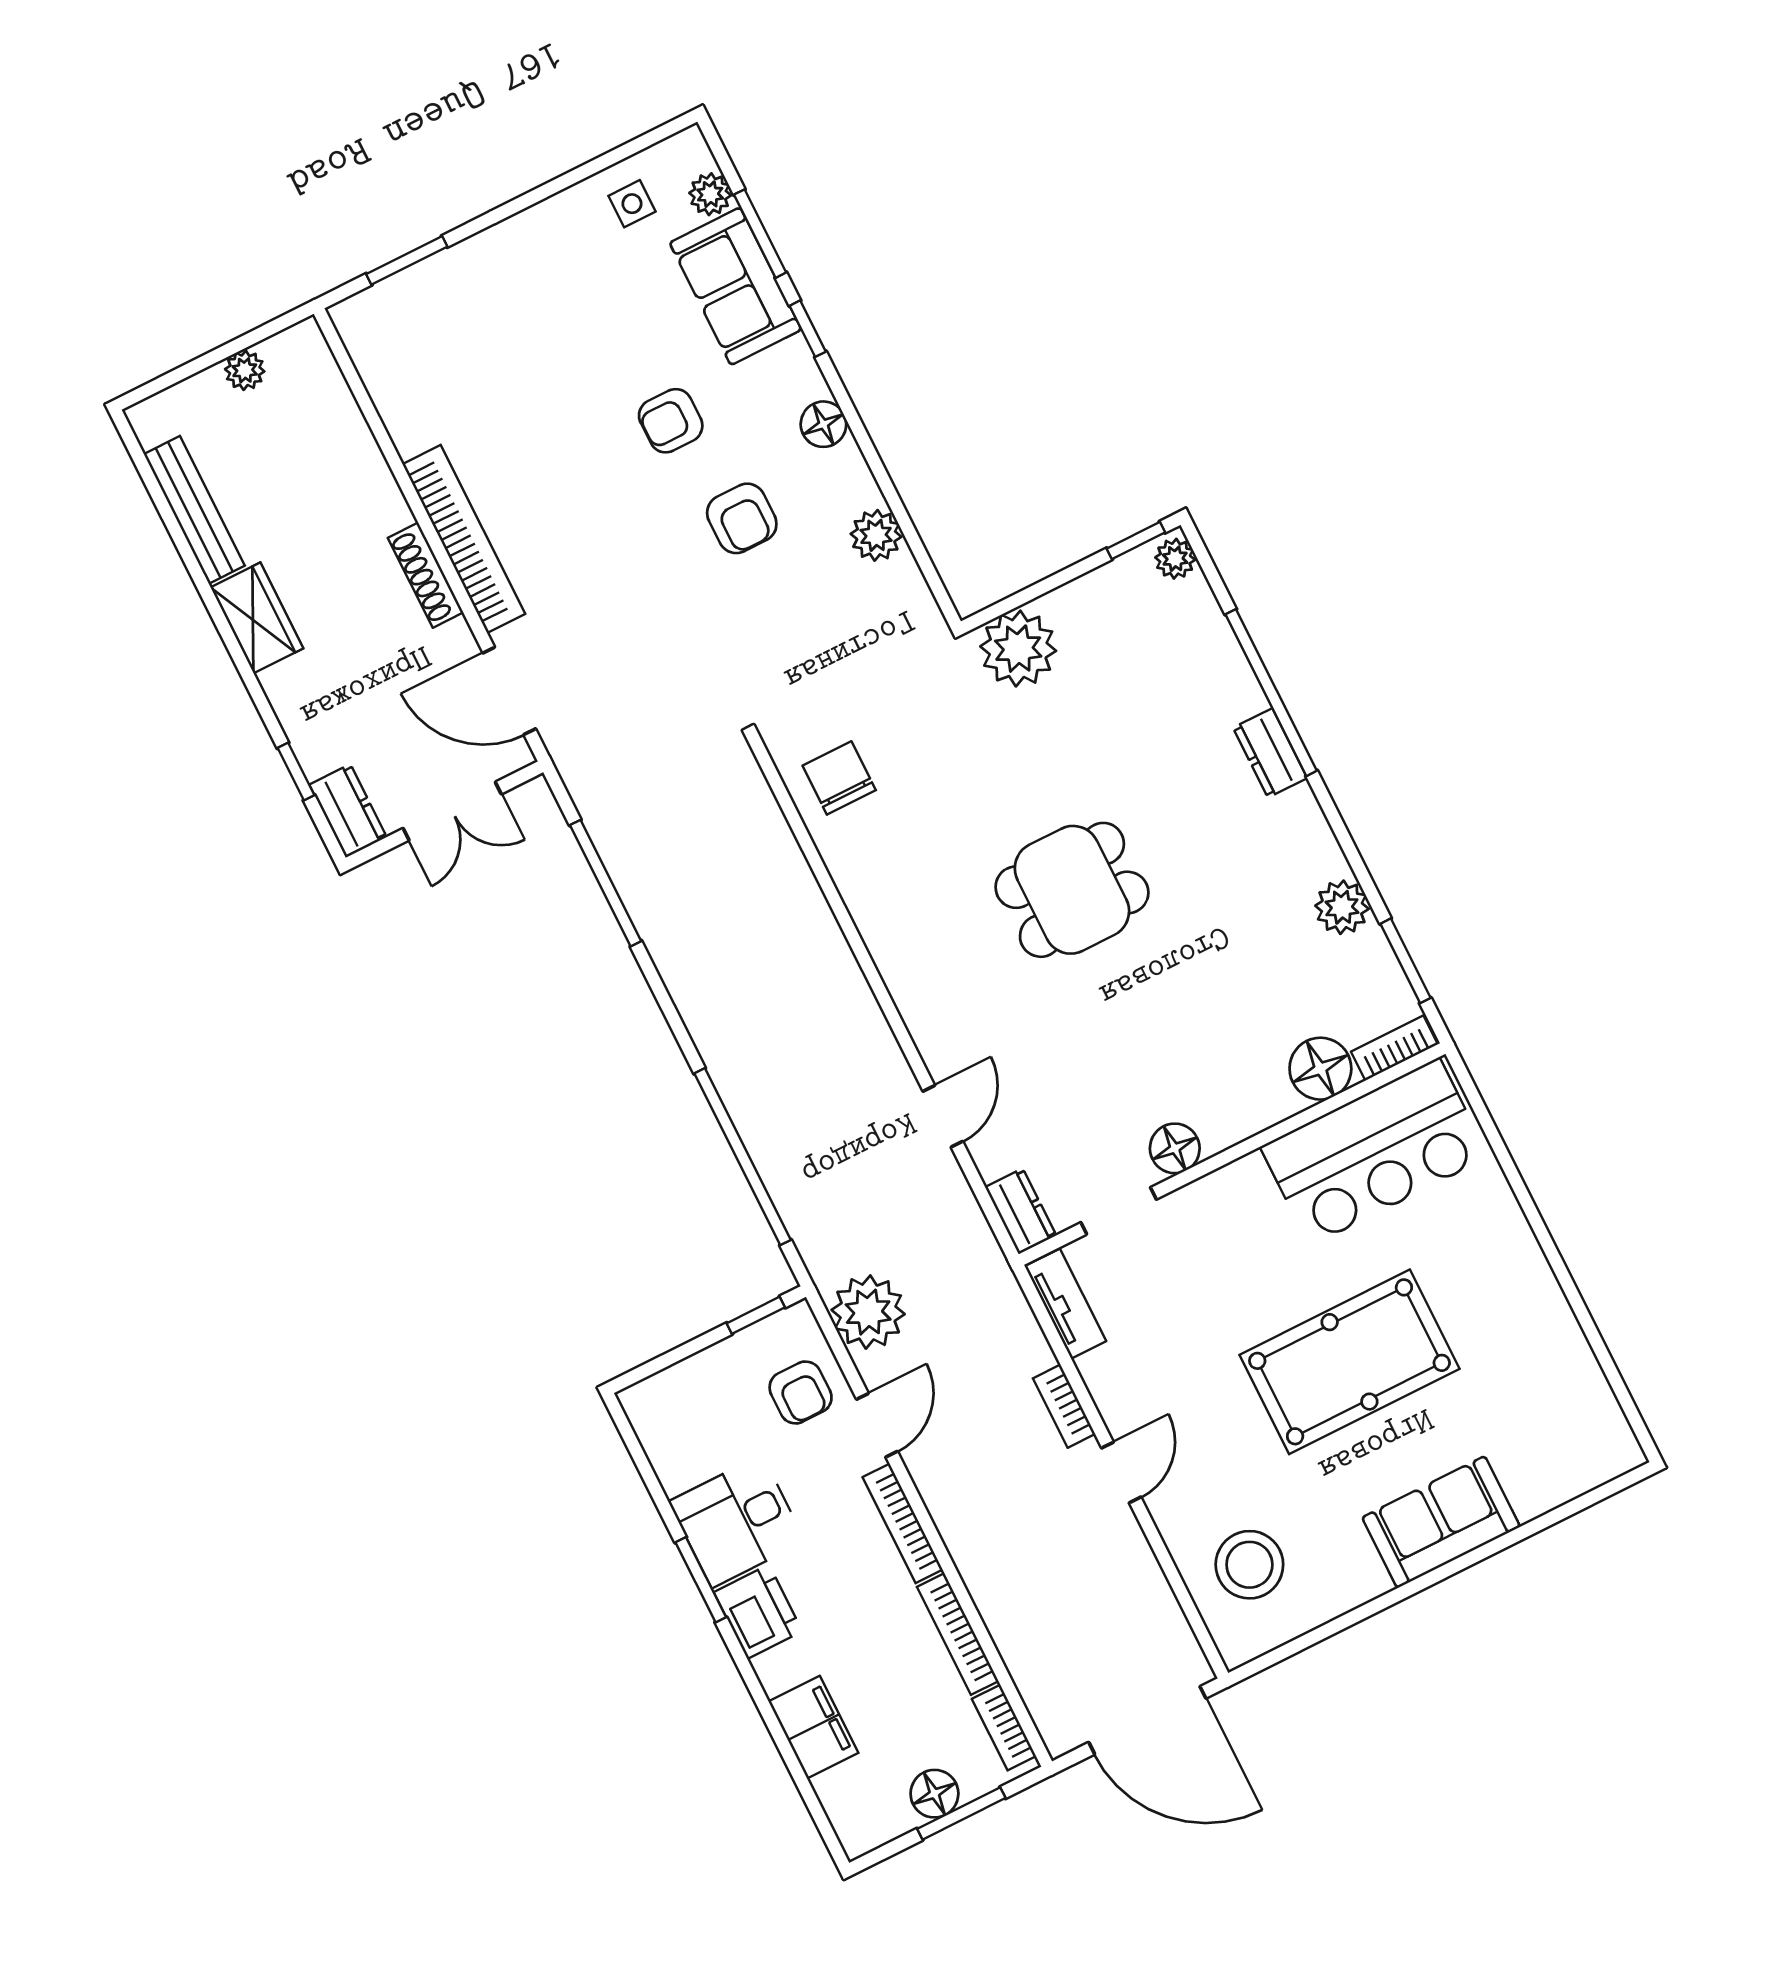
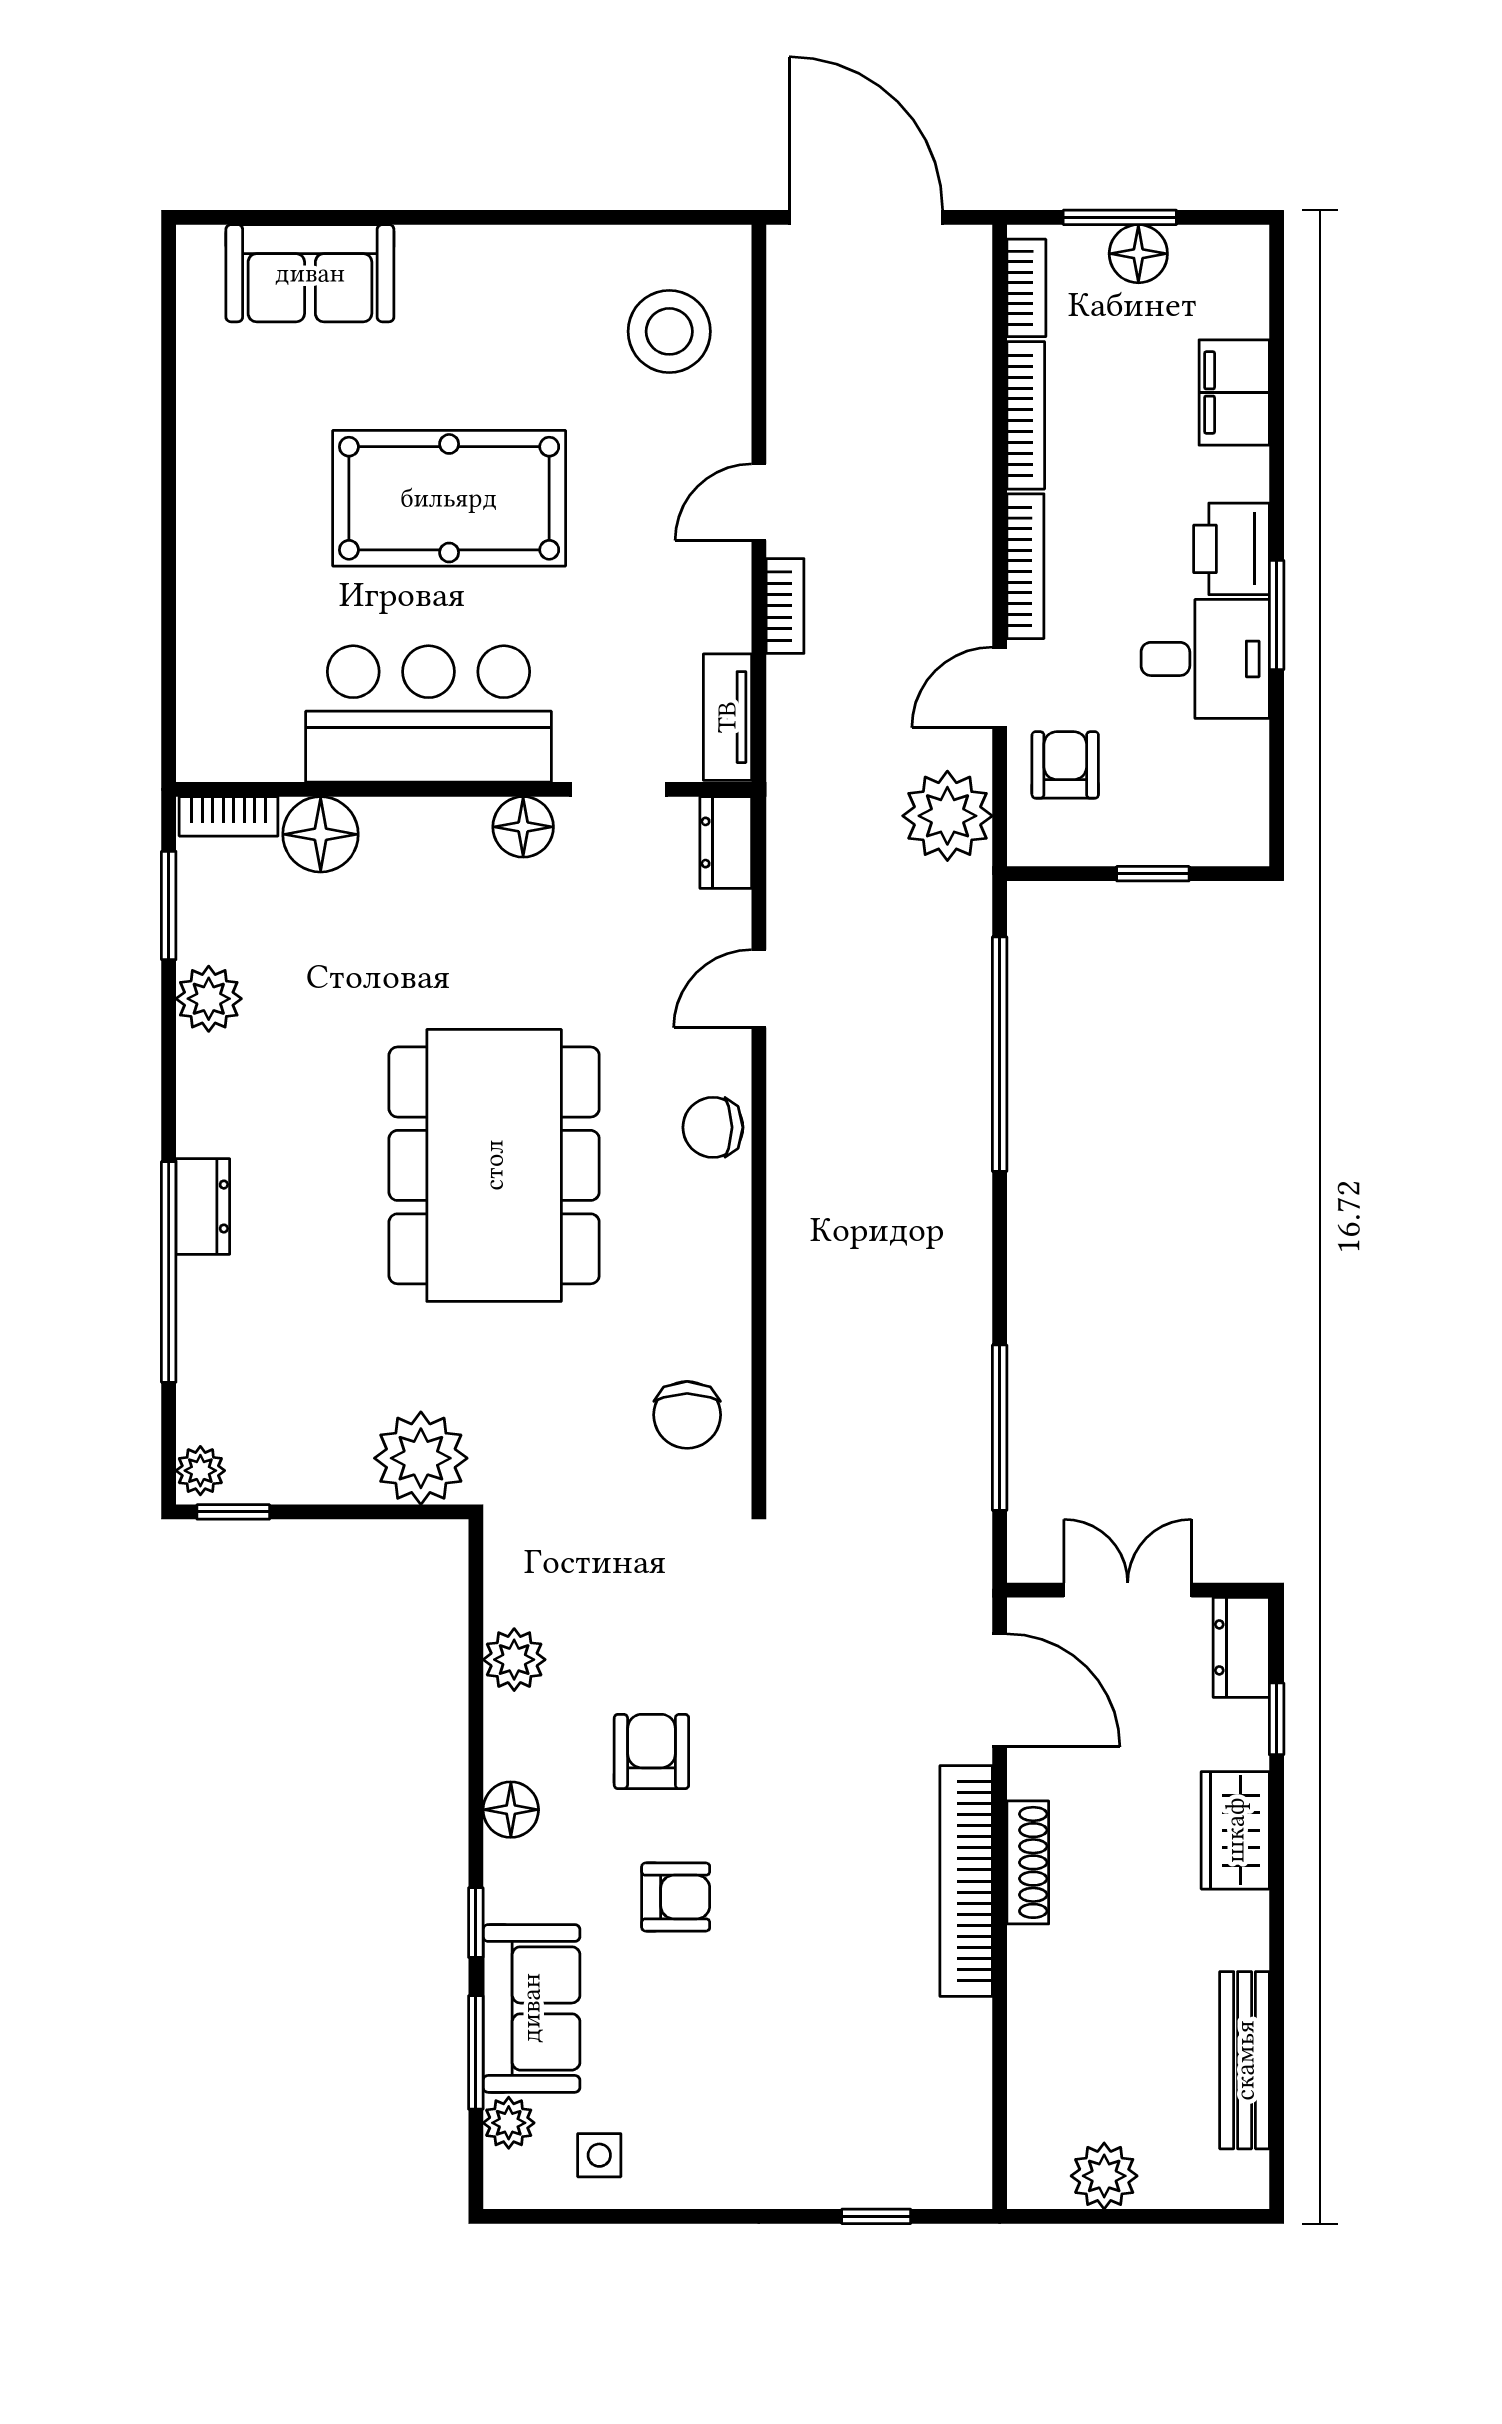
window: (407, 260) -> (876, 2216), width x0.67
plant: (245, 370) -> (1104, 2176), width x1.38, depth x1.38
wardrobe: (257, 618) -> (1235, 1830), moved
dining table: (1072, 890) -> (494, 1165), width x1.88, depth x1.24
chair: (926, 998) -> (713, 1127), added
bar counter: (1374, 1152) -> (428, 714), moved
window: (756, 1315) -> (1153, 874), moved
sofa: (1441, 1522) -> (310, 273), moved

